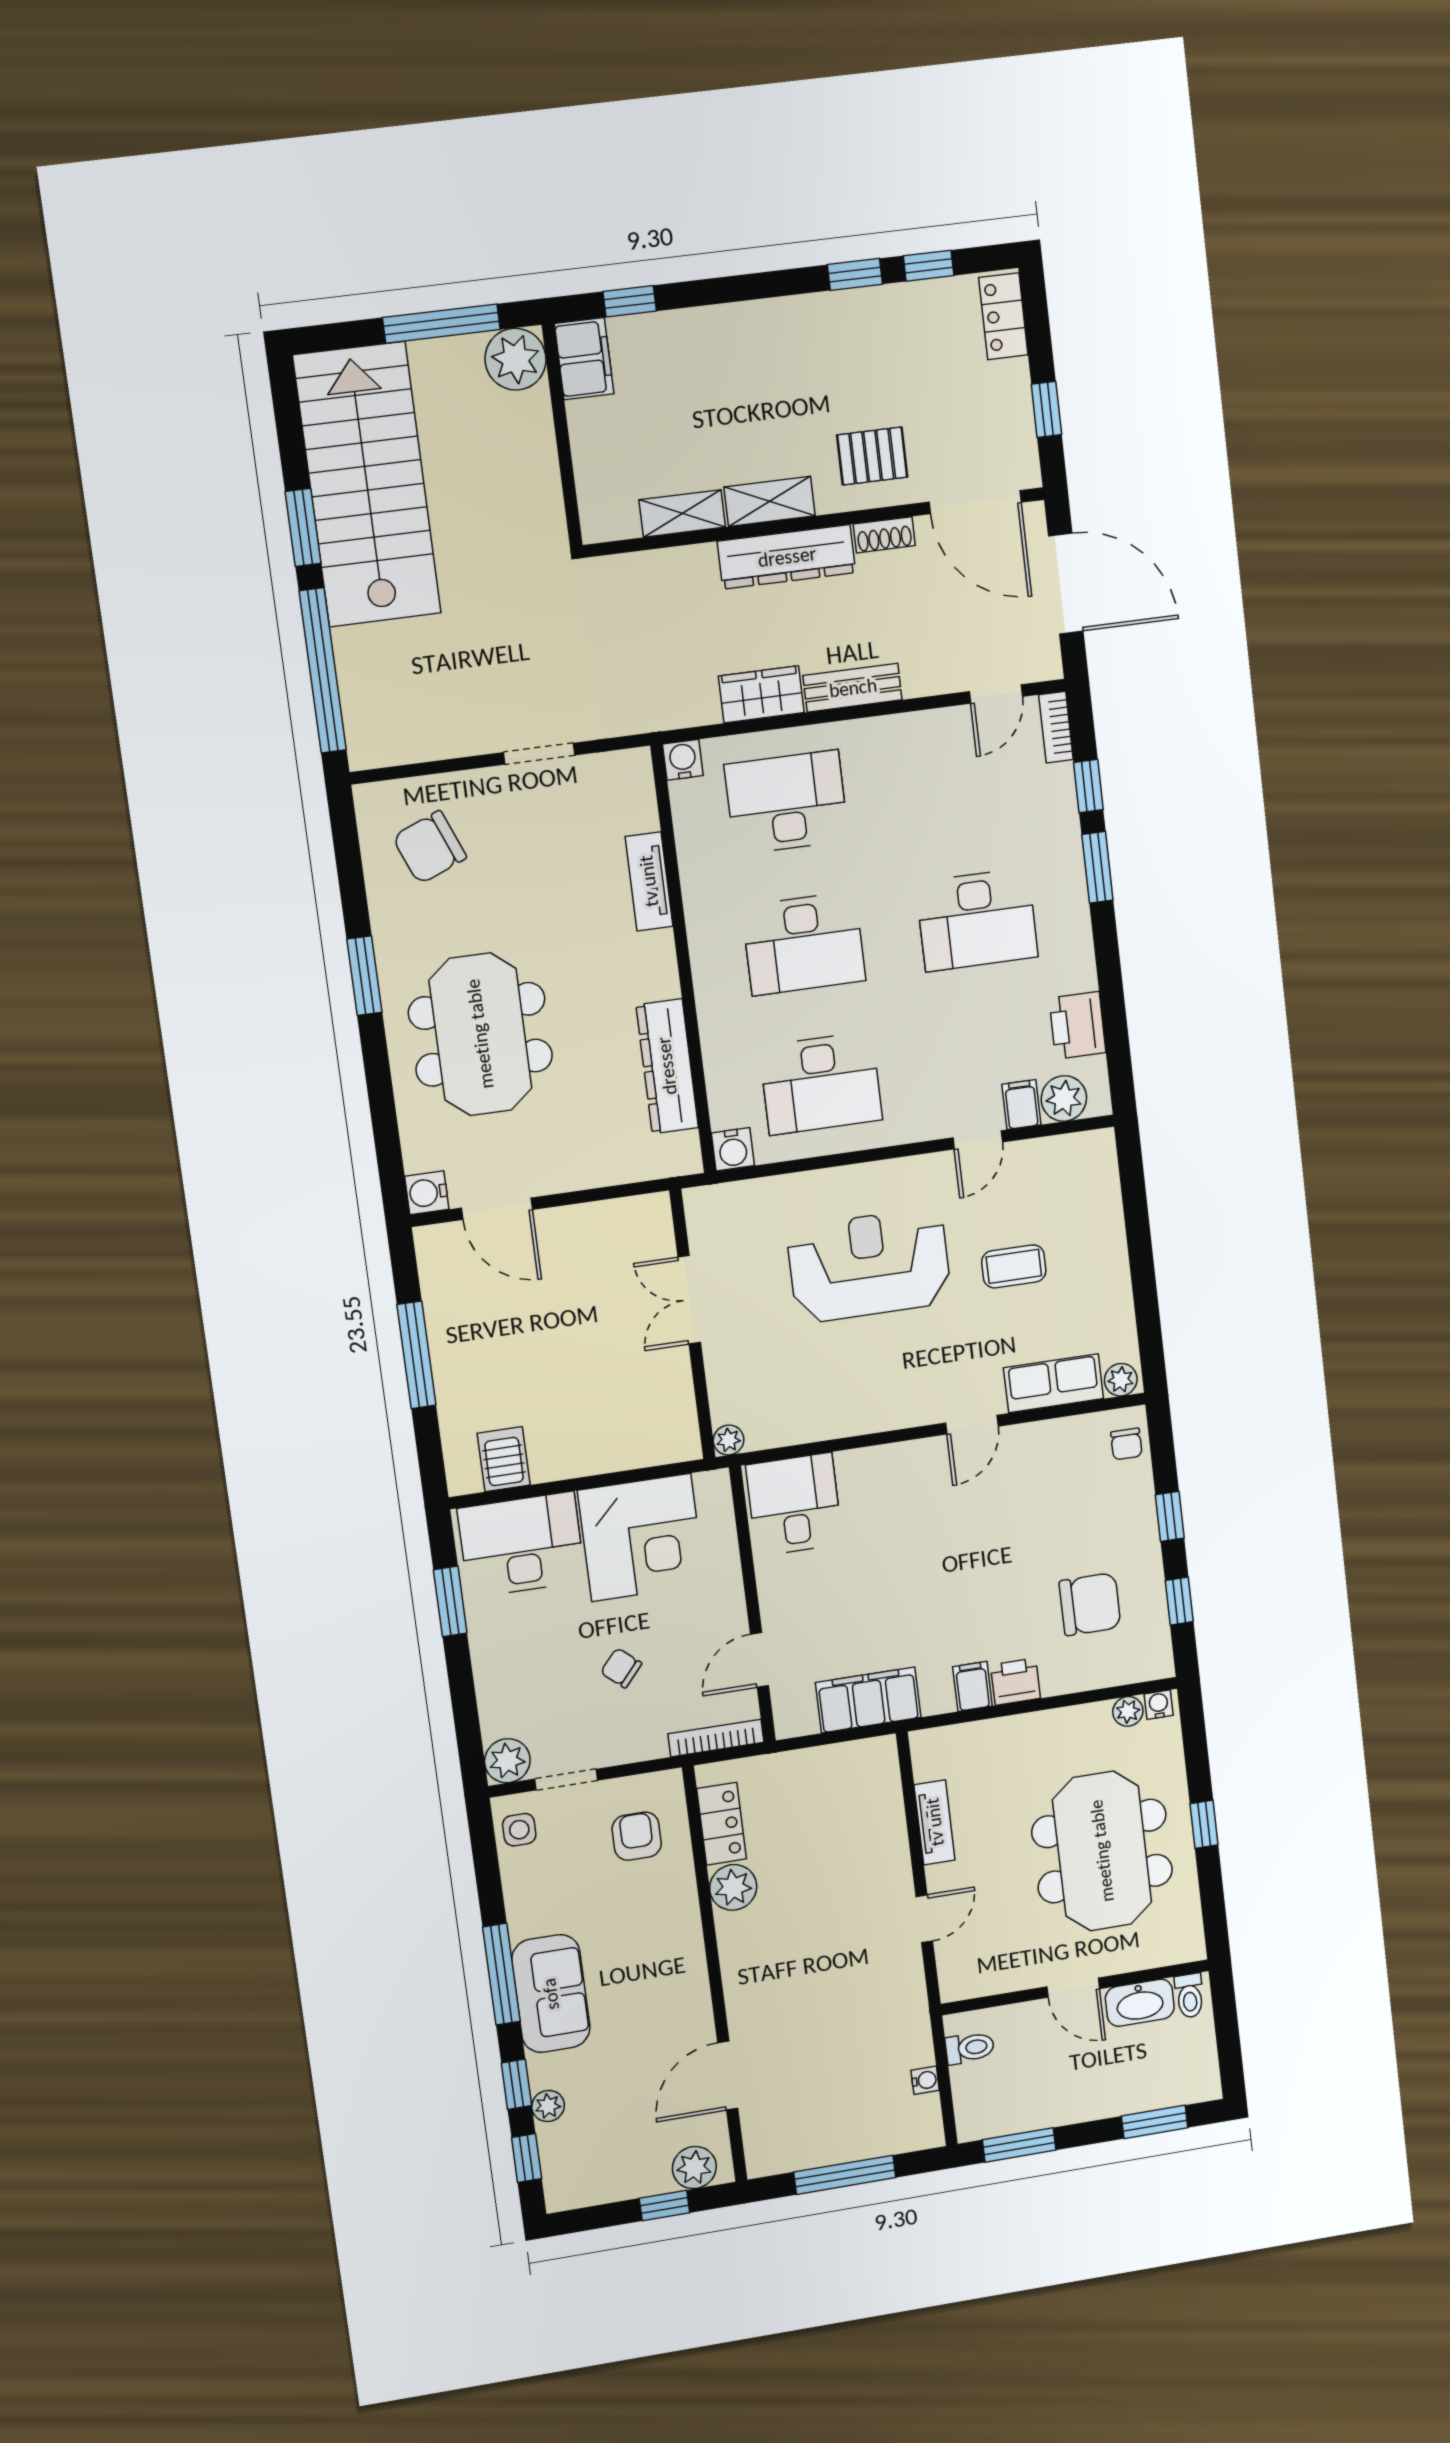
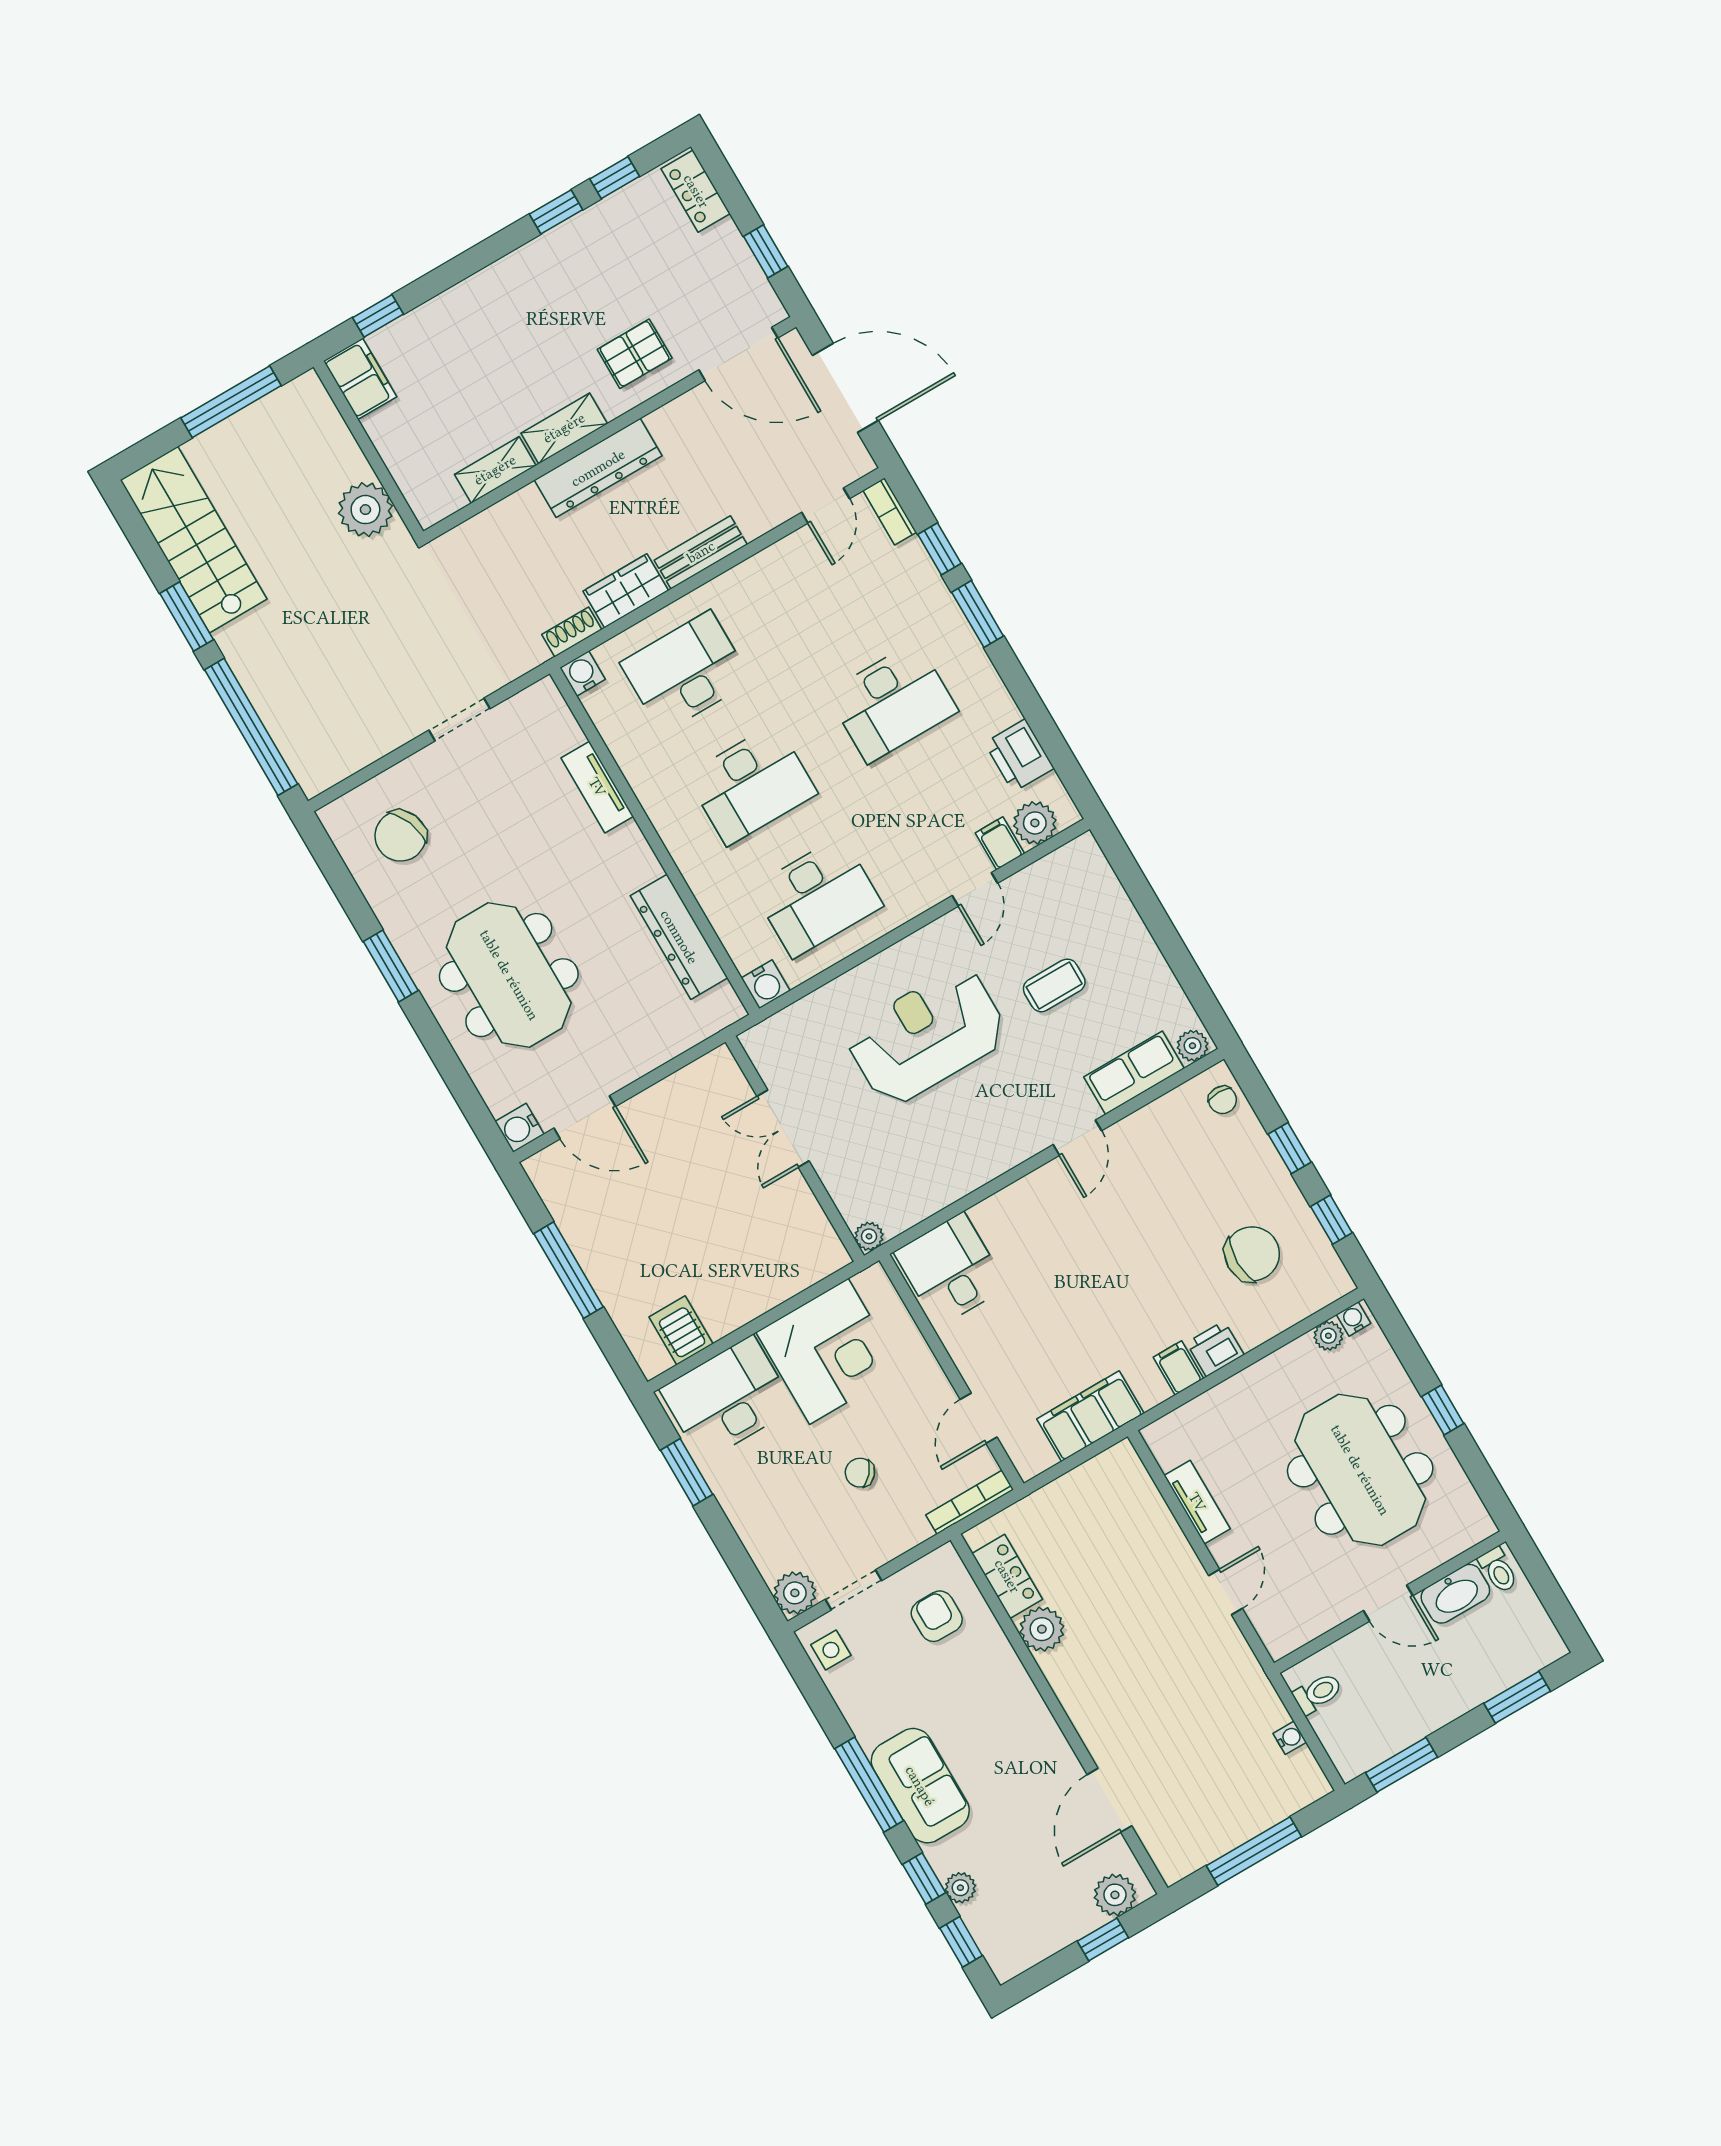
plant: (516, 359) -> (365, 510), moved
stairs: (367, 485) -> (194, 540), width x0.73, depth x0.66
shoe rack: (884, 535) -> (572, 632), moved, turned 180

